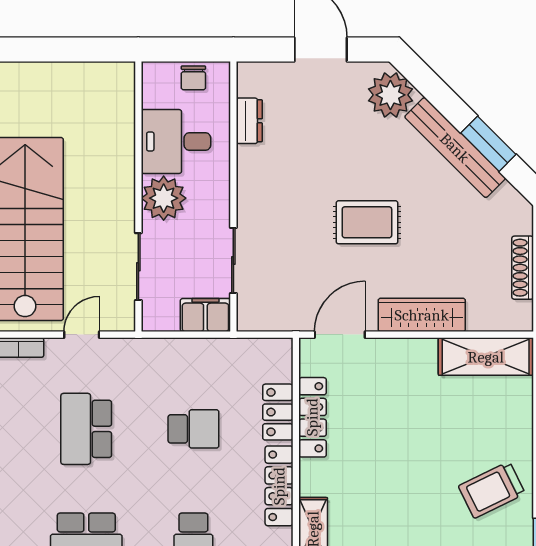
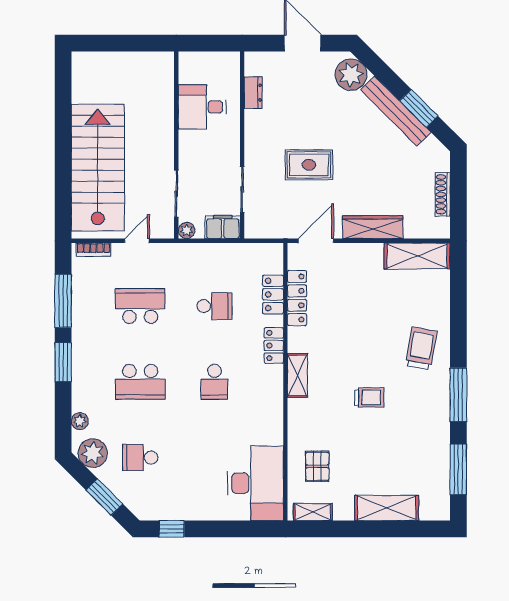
chair: (193, 78) -> (214, 63), removed
plant: (164, 198) -> (187, 230), moved, width x0.53, depth x0.53
rug: (367, 222) -> (309, 165), moved
school desk: (86, 429) -> (140, 306), turned 90
locker: (279, 486) -> (274, 346), width x0.66
trolley: (492, 490) -> (421, 348), turned 126

